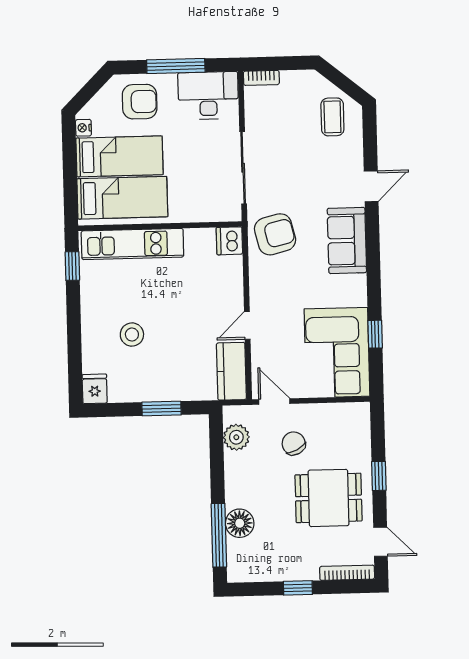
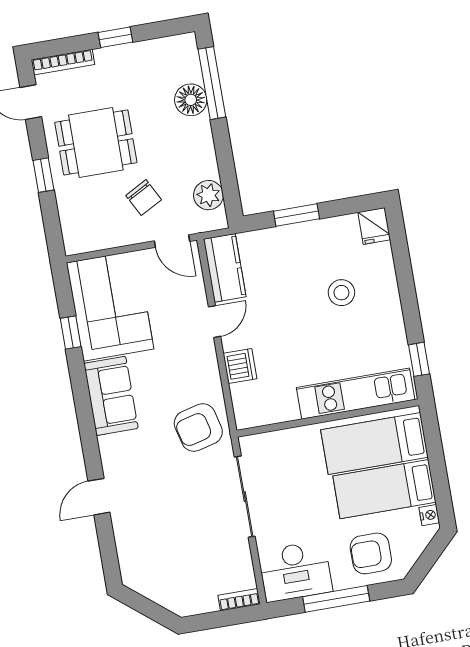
coffee table: (332, 117) -> (153, 568), removed
sofa: (347, 240) -> (111, 396), moved
dishwasher: (229, 241) -> (240, 366), moved

